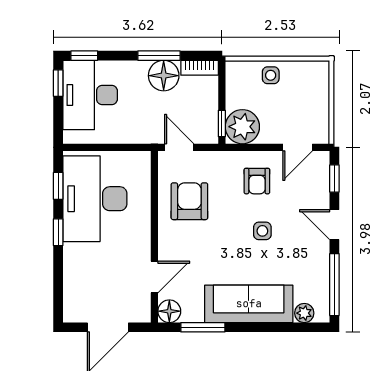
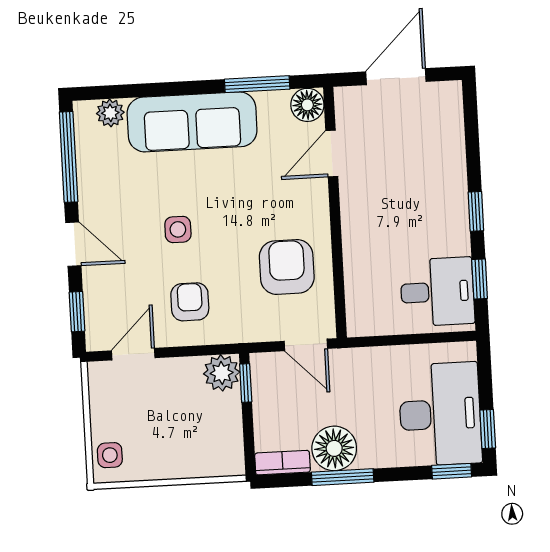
side table: (271, 75) -> (110, 455), moved
plant: (242, 127) -> (222, 373), width x0.73, depth x0.73
desk: (95, 199) -> (437, 292), width x0.53, depth x0.77
armchair: (189, 201) -> (287, 267), turned 180

